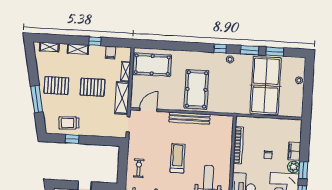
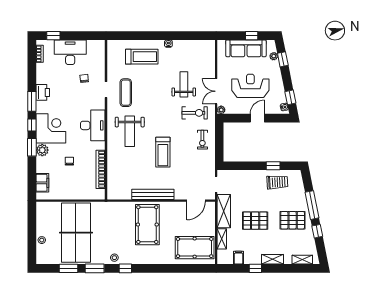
window: (33, 74) -> (317, 231), added
filing cabinet: (294, 151) -> (42, 183), moved

